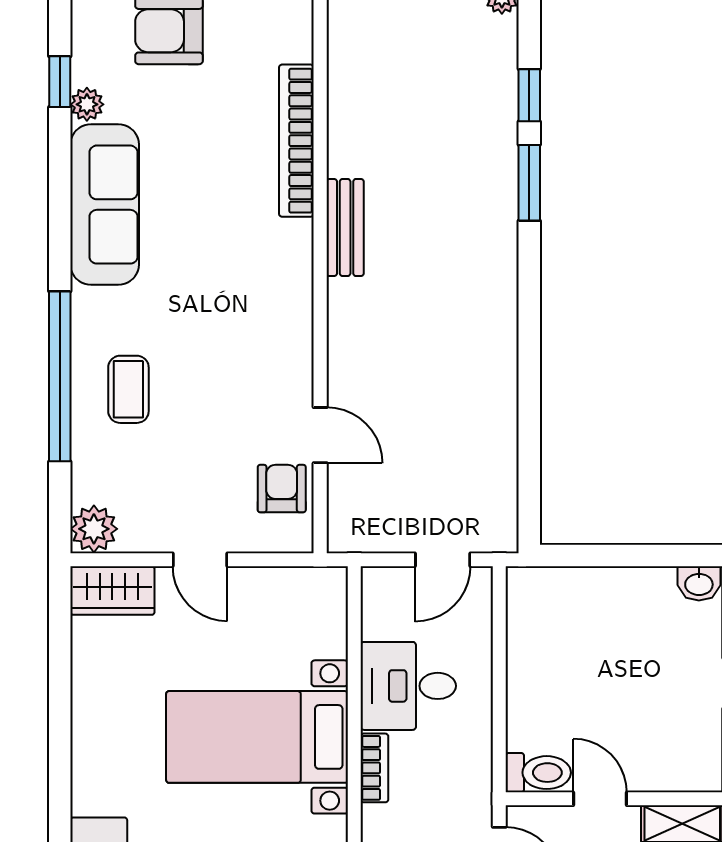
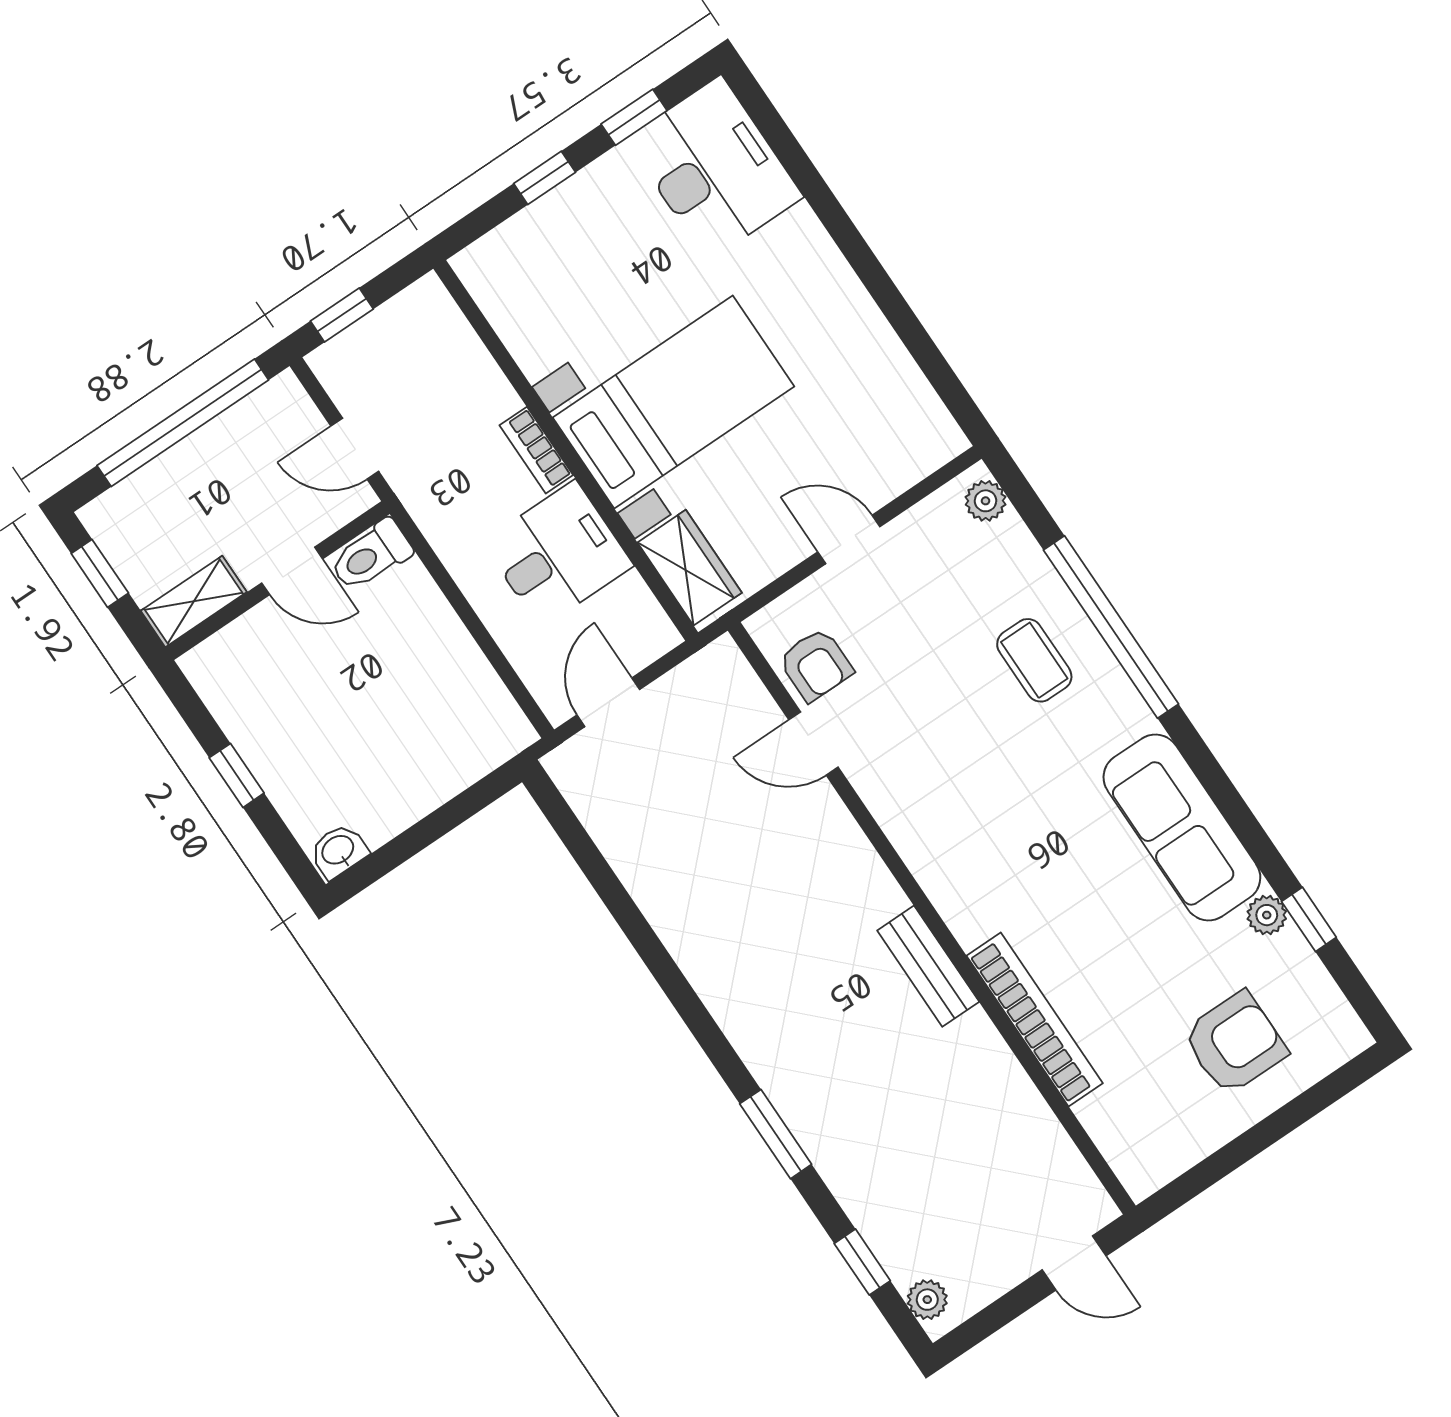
window: (529, 95) -> (862, 1262), moved
plant: (94, 529) -> (986, 501), width x0.73, depth x0.73
wardrobe: (112, 591) -> (690, 568), moved, turned 90

